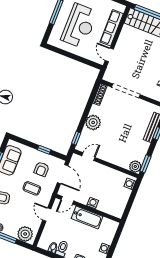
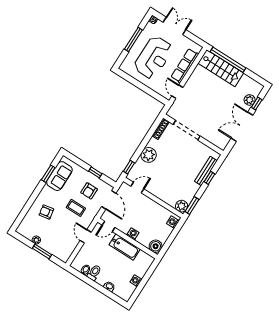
boiler: (117, 211) -> (156, 246), added
plant: (25, 234) -> (61, 251), removed

